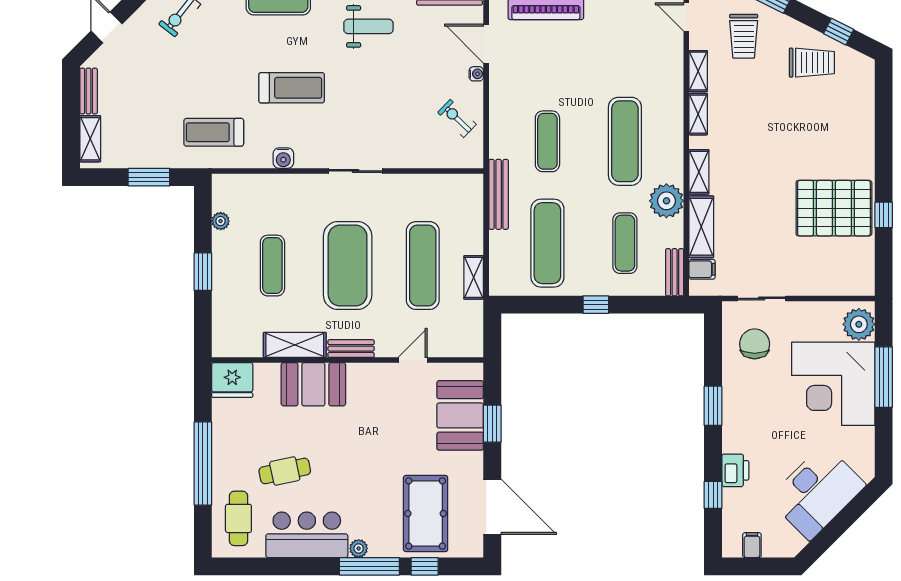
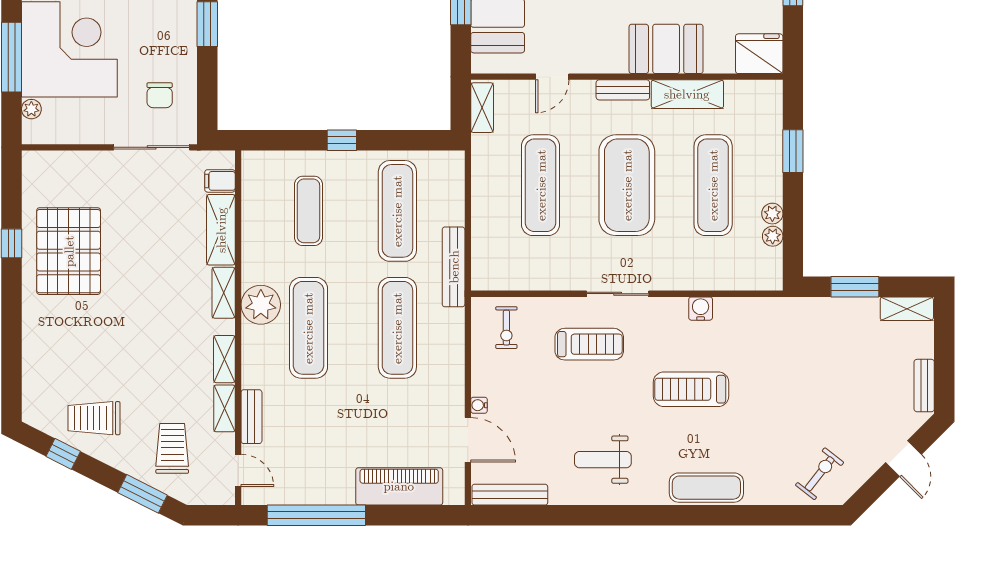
exercise bike: (457, 118) -> (506, 328), moved, turned 46
treadmill: (214, 132) -> (589, 344), moved
shelving: (90, 139) -> (907, 309), moved, turned 90
exercise mat: (547, 141) -> (397, 328), width x1.36, depth x1.45
plant: (666, 201) -> (261, 305), moved
pallet: (834, 208) -> (69, 251), turned 90
plant: (221, 241) -> (772, 214), added
exercise mat: (272, 266) -> (713, 185), width x1.36, depth x1.45
window: (203, 272) -> (793, 151), moved
bench: (675, 272) -> (251, 417), moved
shelving: (474, 277) -> (482, 108), moved
sliding door: (762, 298) -> (152, 147), width x1.37
plant: (859, 324) -> (31, 109), width x0.53, depth x0.53
chair: (755, 344) -> (160, 95), width x0.73, depth x0.73

